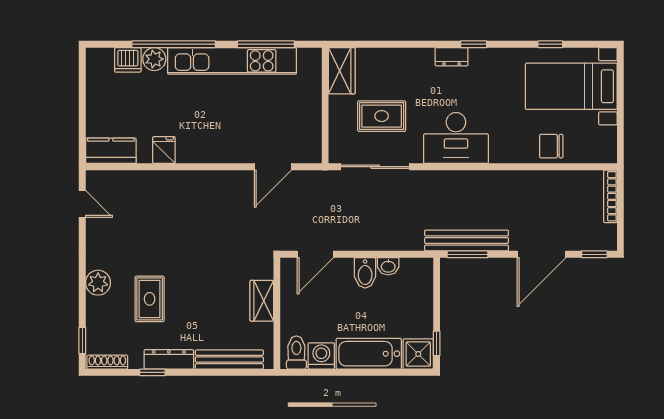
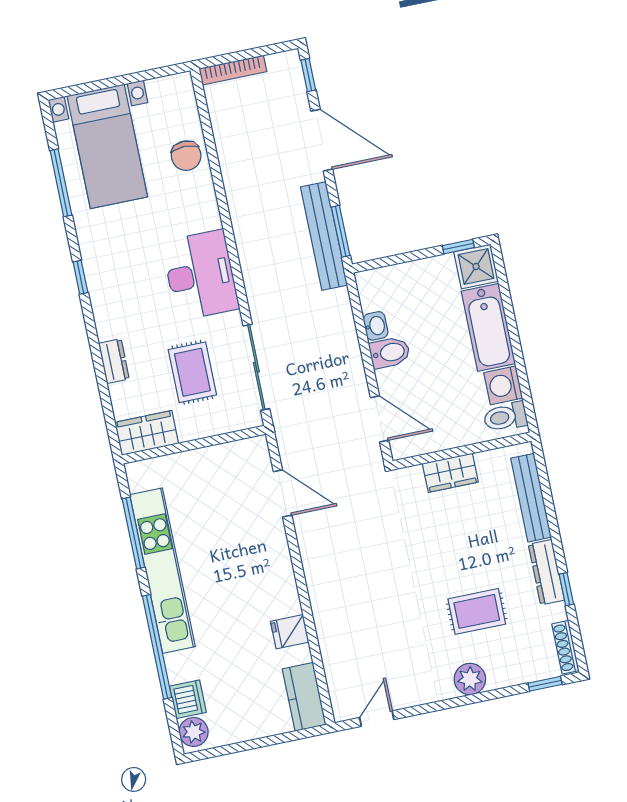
window: (550, 44) -> (61, 183), width x2.17
dresser: (452, 57) -> (114, 361), moved
plant: (154, 59) -> (194, 732), moved

